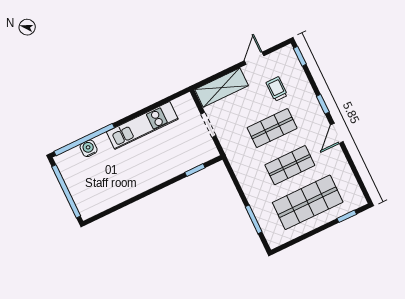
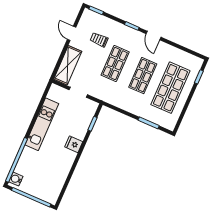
water cooler: (89, 148) -> (16, 179), moved
fridge: (157, 174) -> (74, 144), added

